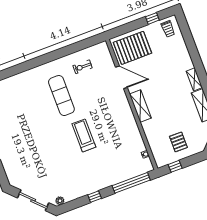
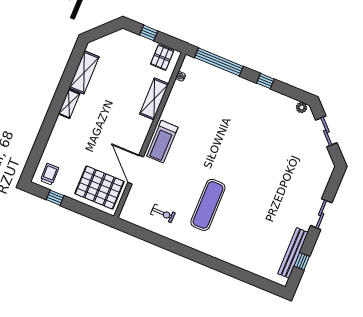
shelving: (140, 106) -> (154, 99), moved
treadmill: (84, 135) -> (162, 142), moved
pallet: (178, 142) -> (162, 57), moved
window: (175, 166) -> (149, 33), moved
sliding door: (33, 200) -> (326, 131), width x0.73

